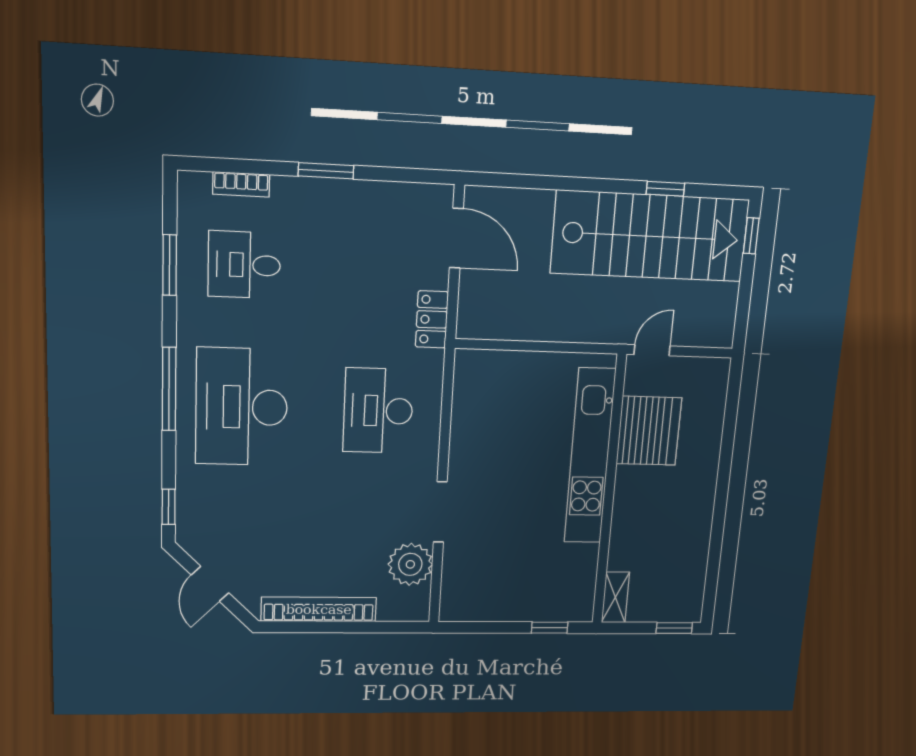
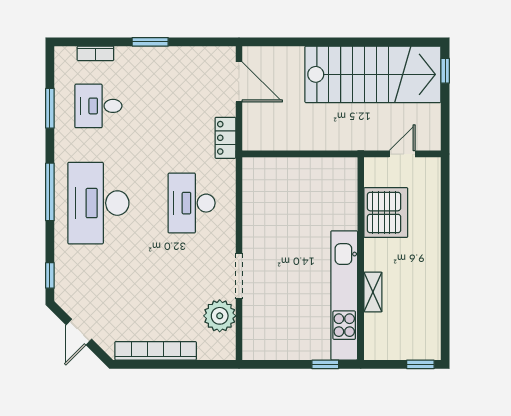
window: (665, 189) -> (381, 42), removed
door: (652, 350) -> (402, 154), moved
kitchen unit: (590, 456) -> (344, 295), moved
shelving: (615, 597) -> (373, 292), moved

